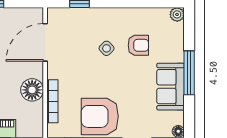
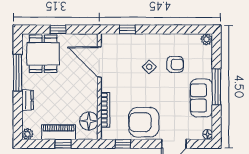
door: (45, 42) -> (99, 62), hinge flipped
floor lamp: (32, 90) -> (89, 121), moved

